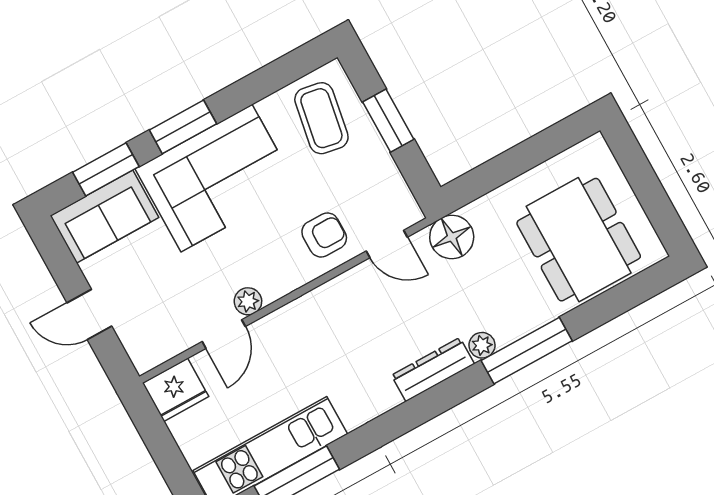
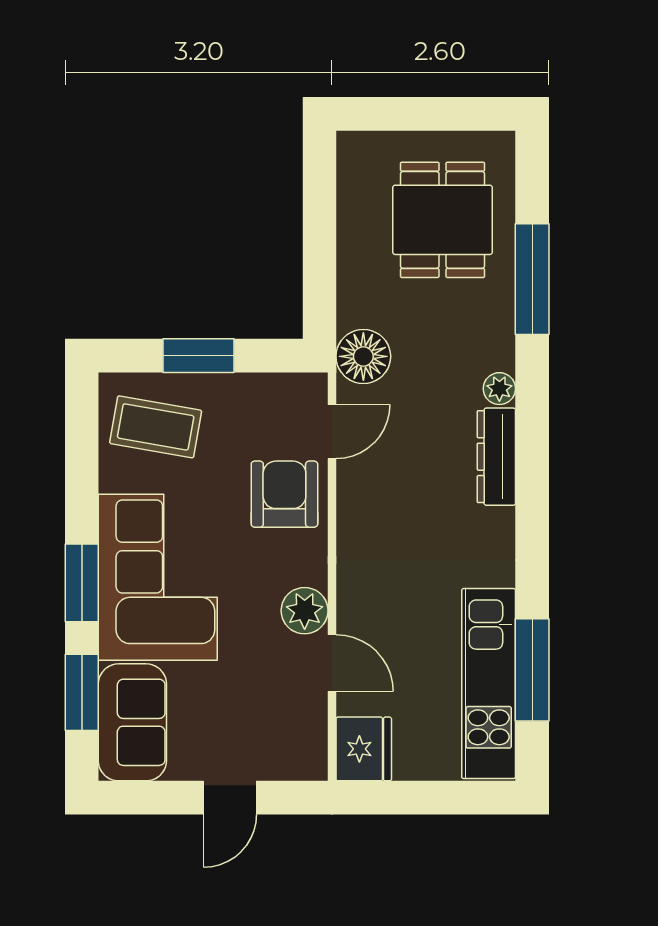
armchair: (324, 235) -> (284, 494), width x1.38, depth x1.38
dining table: (579, 240) -> (443, 220), width x0.73
plant: (248, 301) -> (305, 611), width x1.38, depth x1.38
window: (527, 351) -> (532, 279), moved

